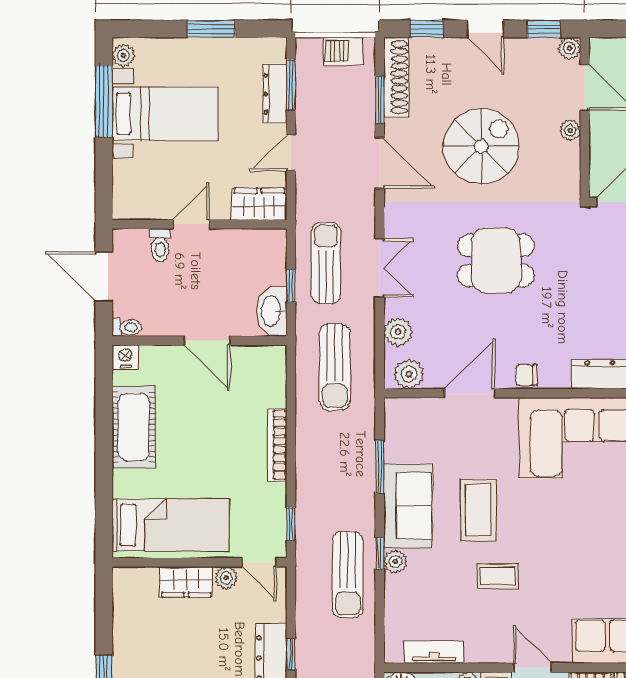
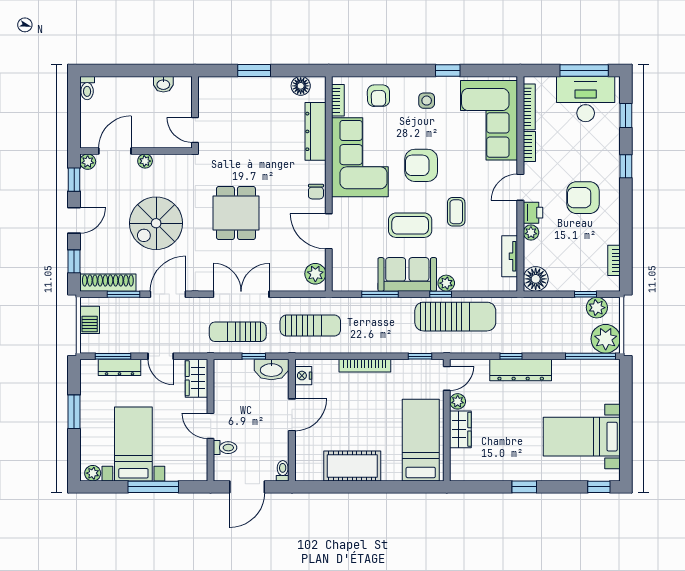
window: (104, 101) -> (153, 487), moved
spiral stairs: (481, 146) -> (156, 223), turned -90
double door: (380, 268) -> (241, 294), width x1.37
plant: (398, 332) -> (286, 281), removed
nightstand: (125, 357) -> (303, 376), moved
armchair: (564, 526) -> (421, 165), added
sun lounger: (348, 574) -> (455, 317), width x1.36, depth x1.34

